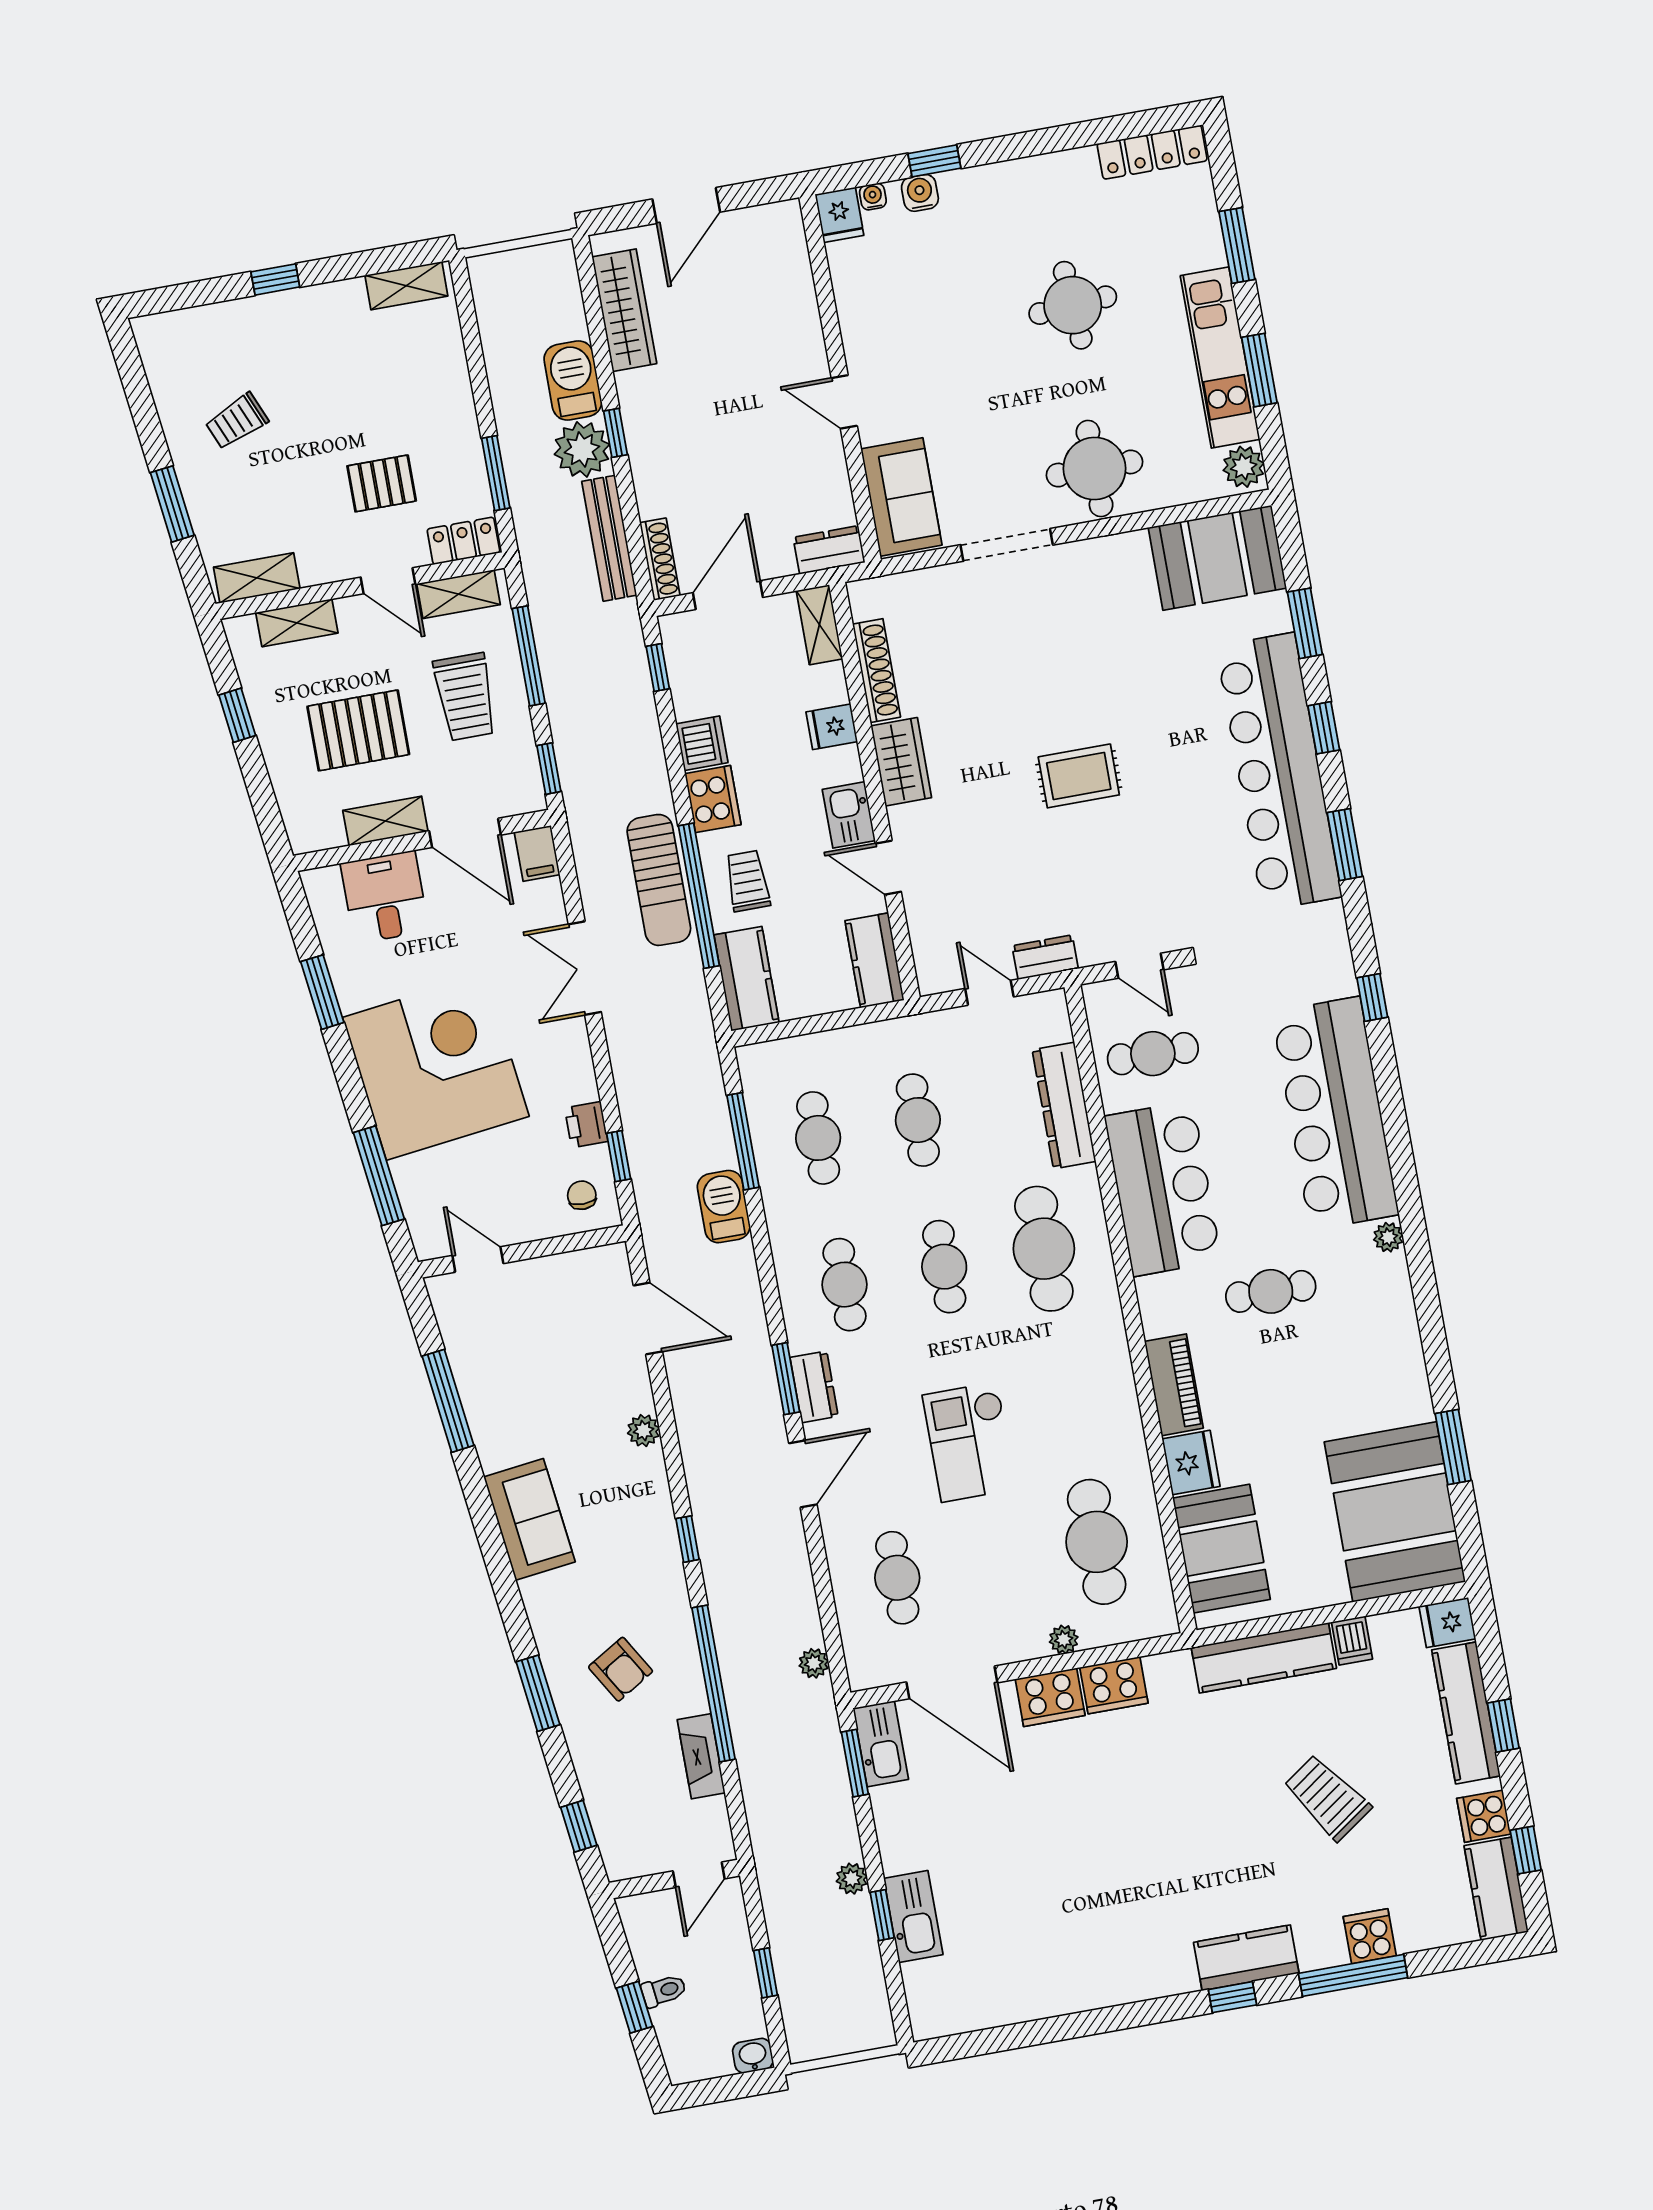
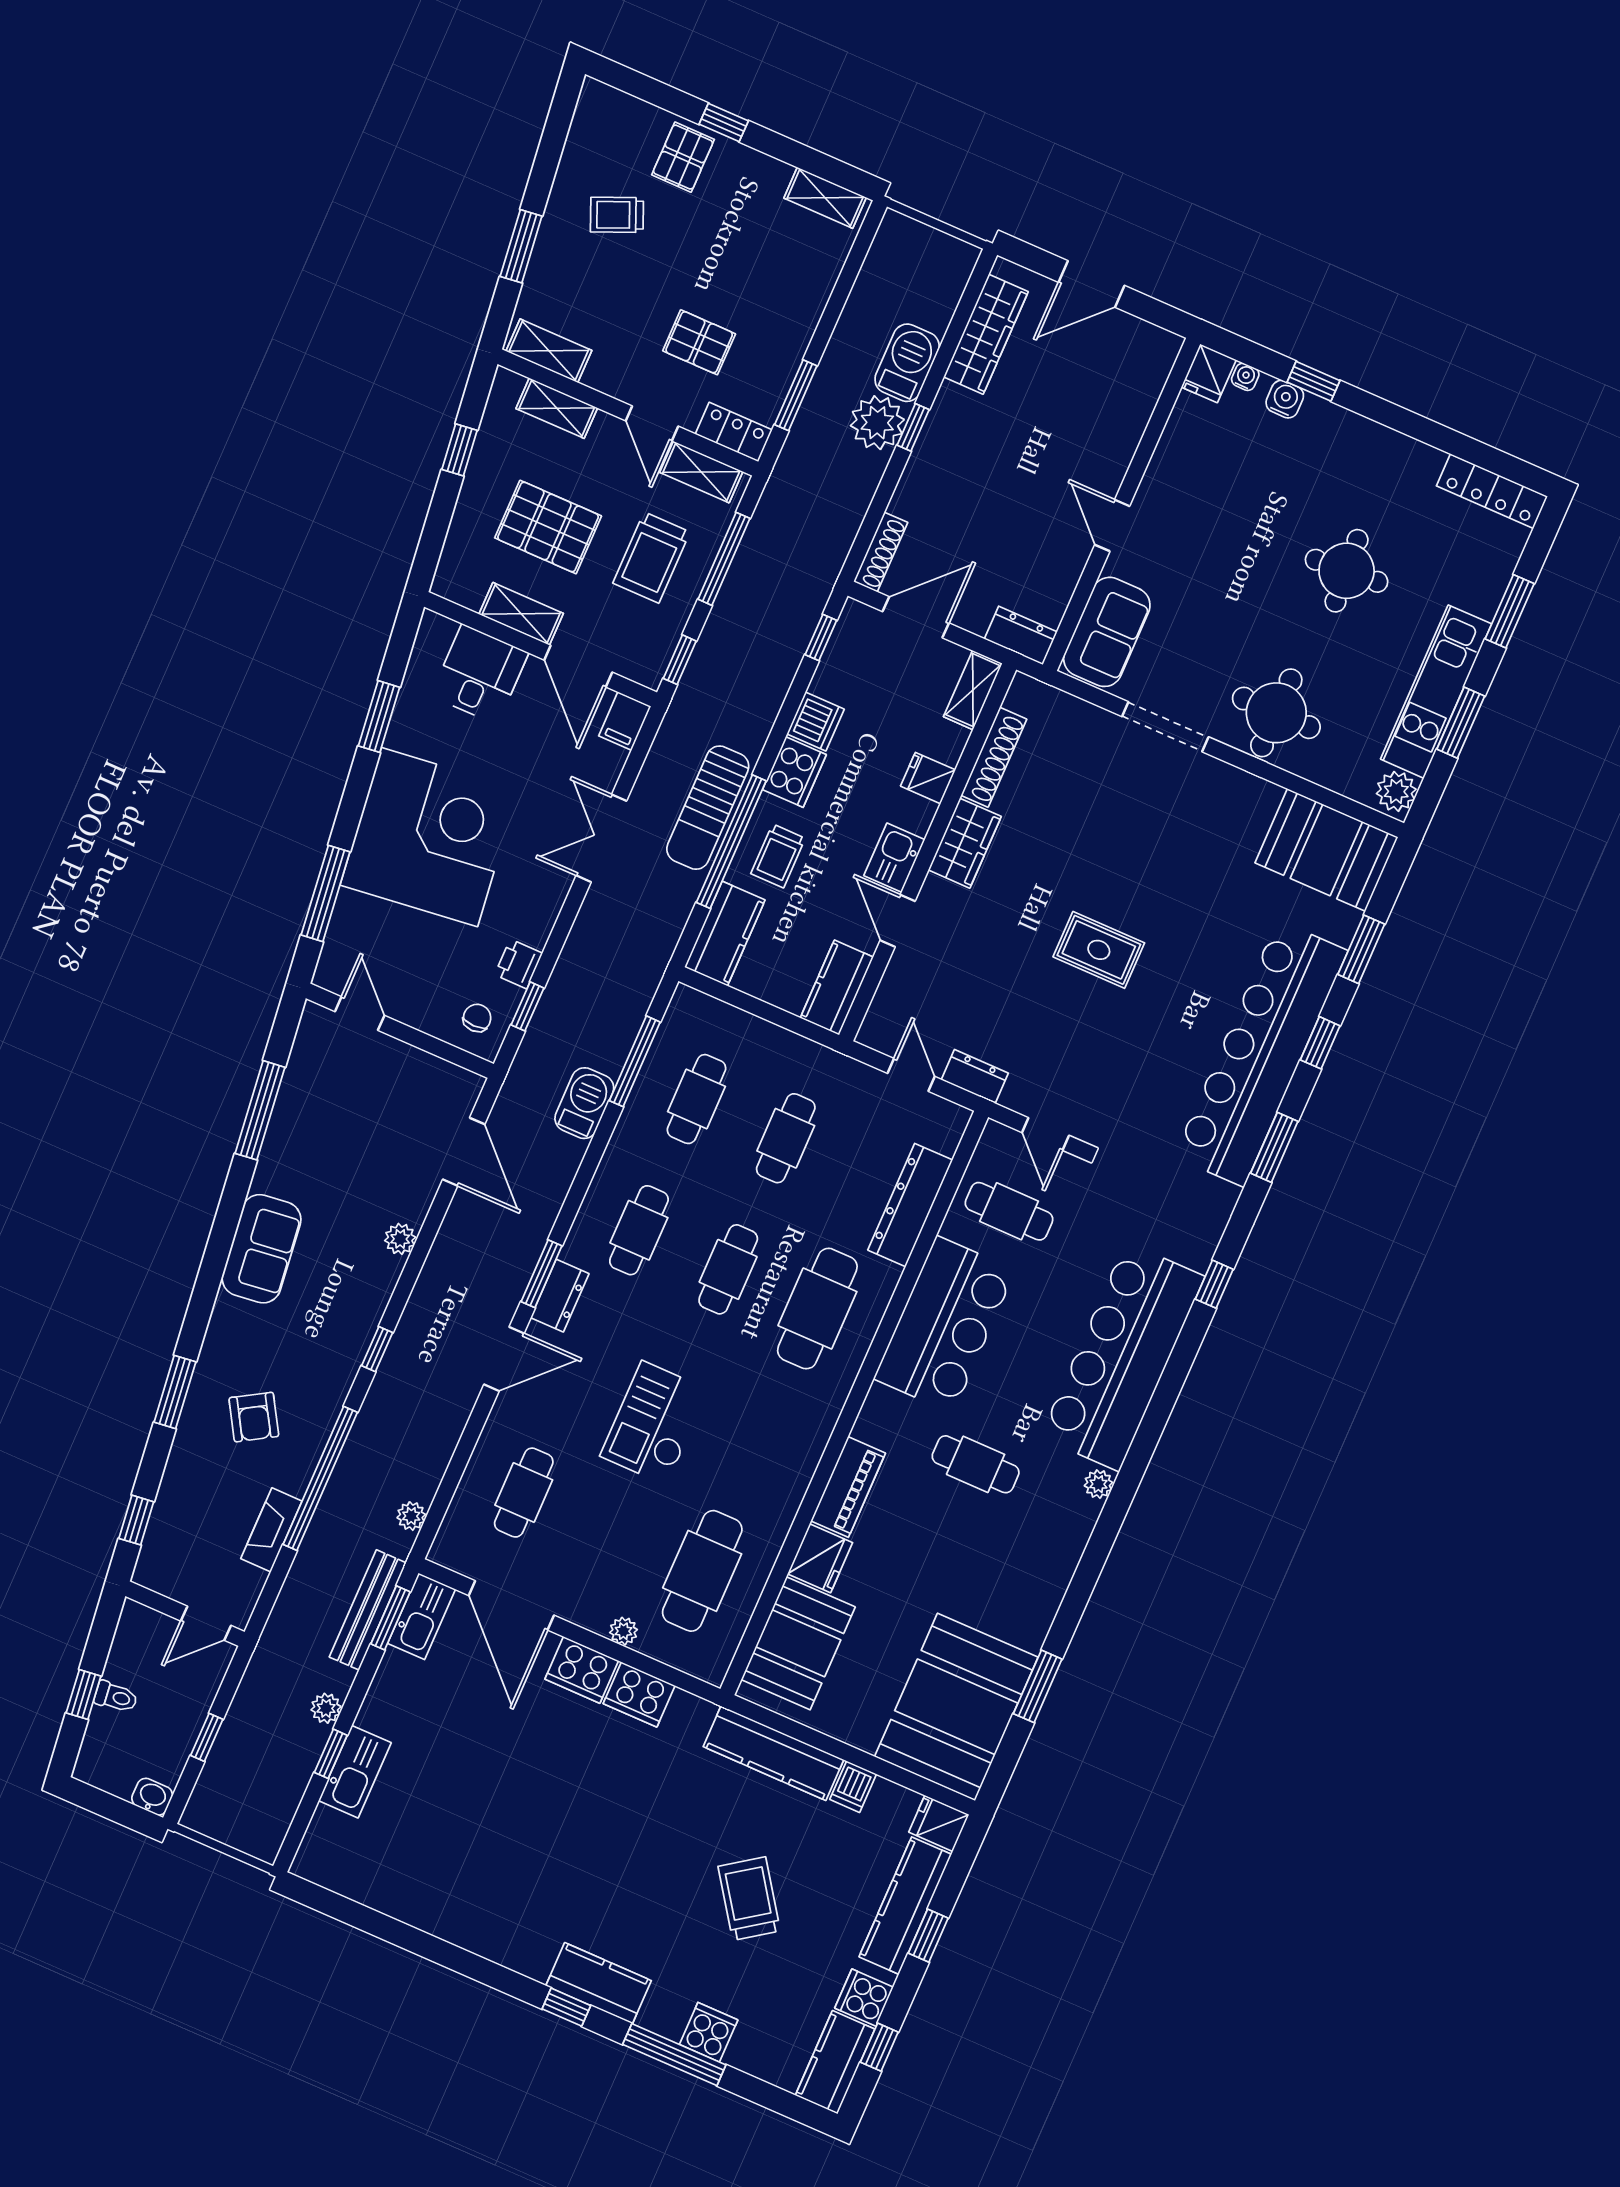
pallet: (260, 333) -> (683, 157), added
bench: (609, 538) -> (368, 1610), moved
trolley: (747, 881) -> (778, 856), turned 180

